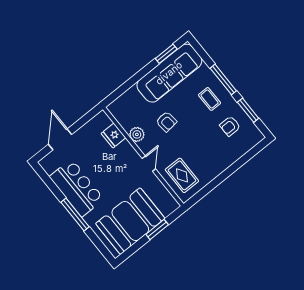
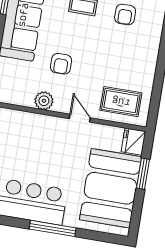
armchair: (166, 122) -> (61, 64), turned 96
fridge: (114, 136) -> (133, 142), moved, turned 90

